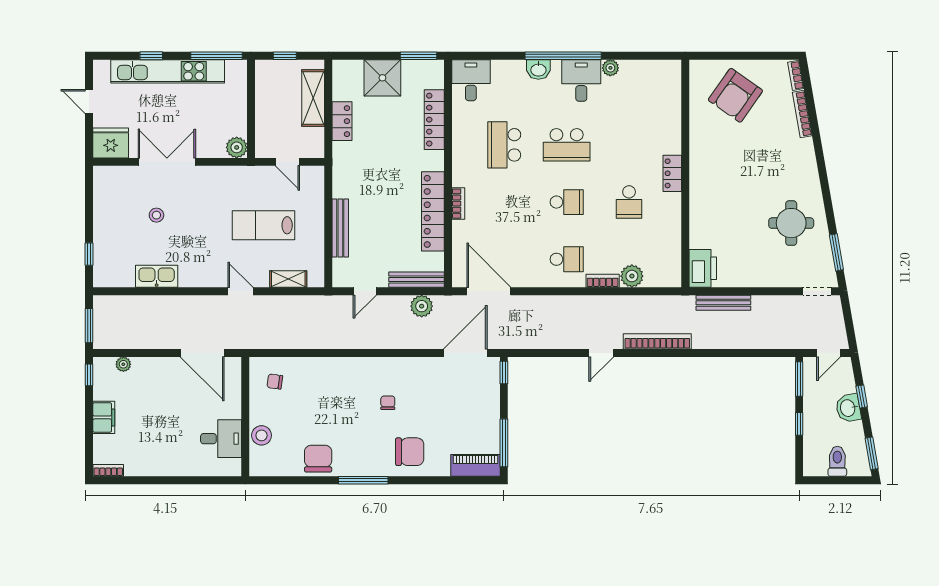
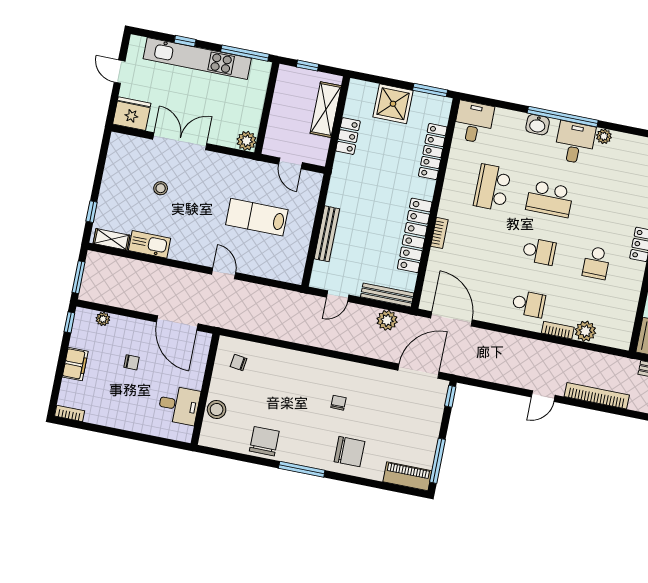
shelving: (288, 279) -> (112, 239), moved
chair: (162, 404) -> (132, 362), added

